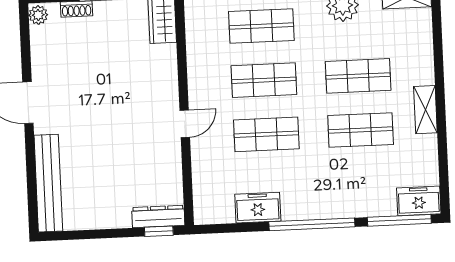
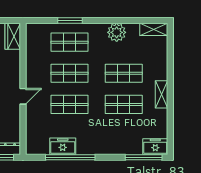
window: (312, 224) -> (70, 157), moved

